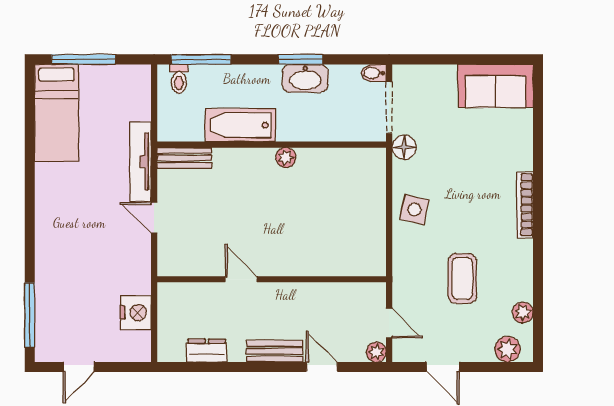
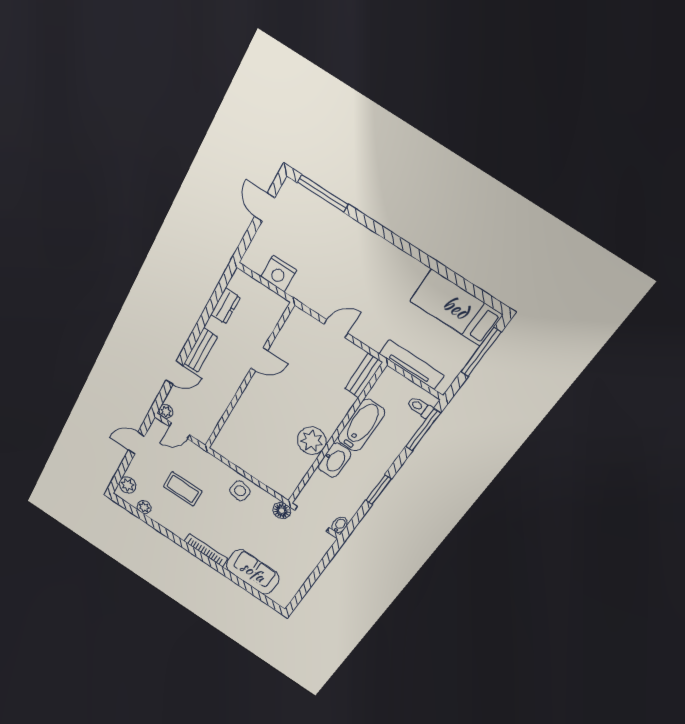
washbasin: (305, 78) -> (335, 460), moved, turned 180
sofa: (496, 86) -> (253, 572), moved, turned 90
plant: (286, 158) -> (312, 441), width x1.87, depth x1.87
tv unit: (140, 162) -> (412, 365), moved

